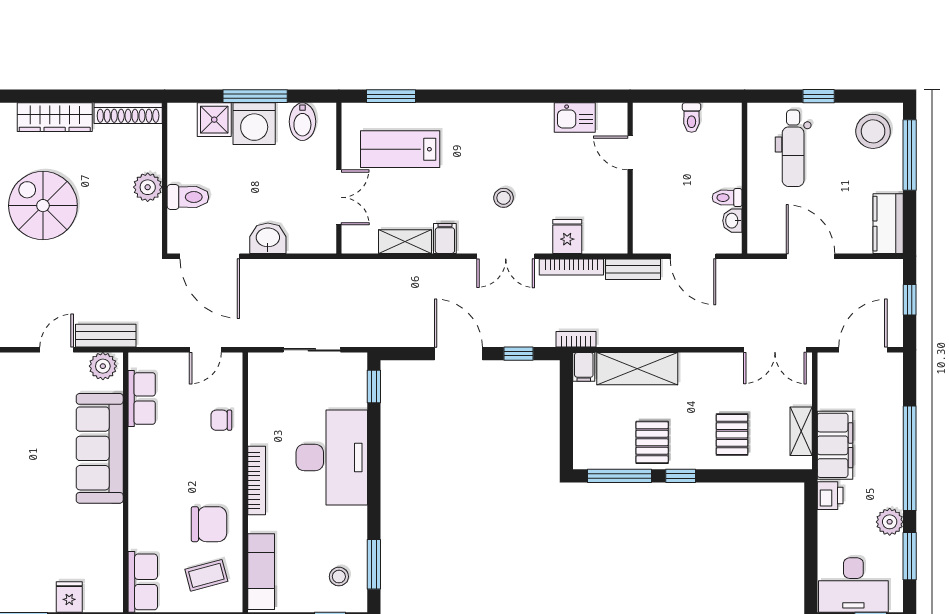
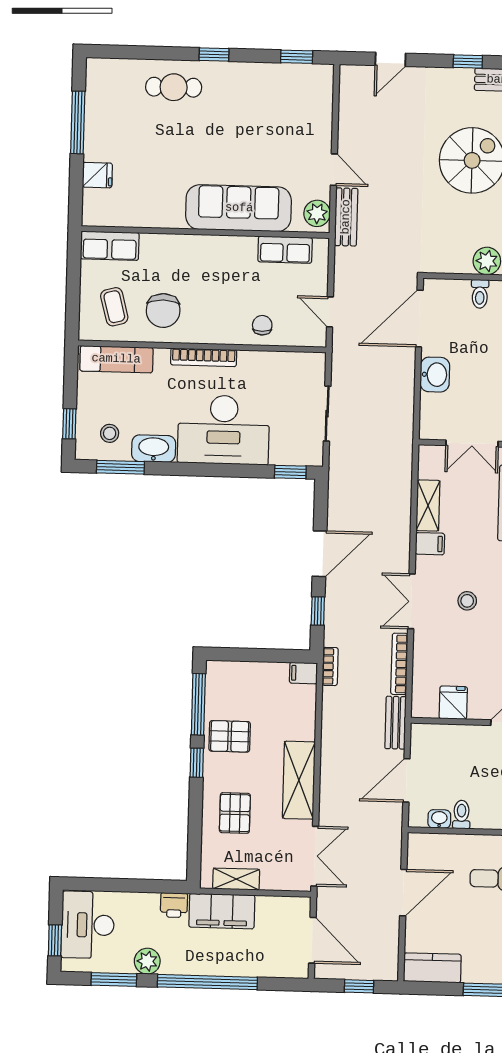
toilet: (188, 197) -> (480, 294), width x0.73, depth x0.72
fridge: (567, 236) -> (453, 703), moved, turned -90
double door: (775, 350) -> (315, 856), swing flipped
shelving: (637, 369) -> (299, 780), moved
pallet: (732, 435) -> (235, 813), turned 90
washbasin: (353, 530) -> (154, 449), added

